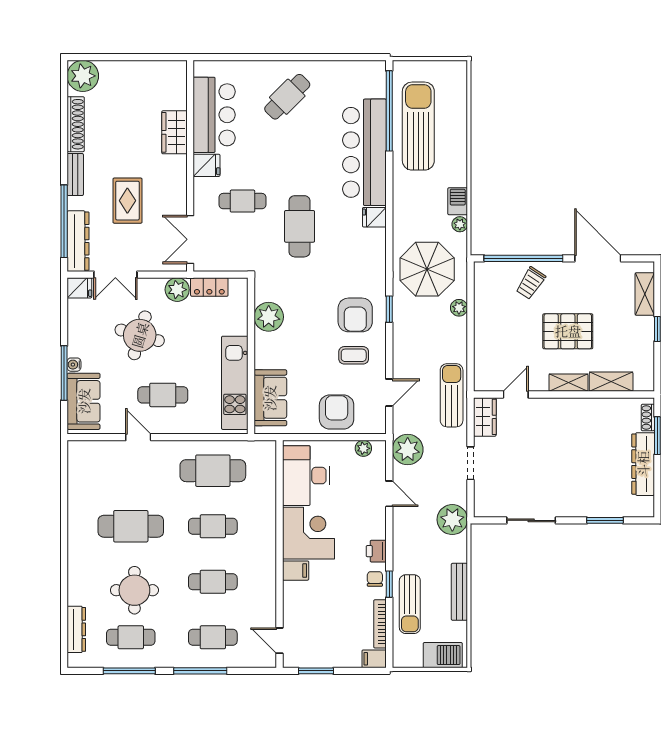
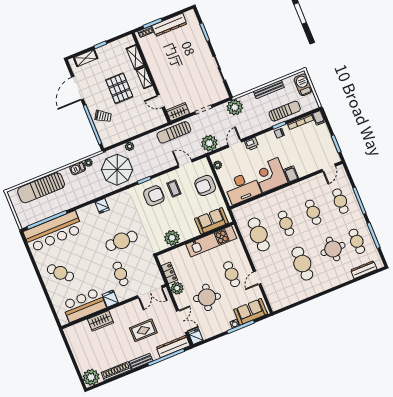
sun lounger: (418, 126) -> (41, 188), moved
bar counter: (364, 152) -> (53, 232), moved
printer: (376, 551) -> (252, 144), moved

